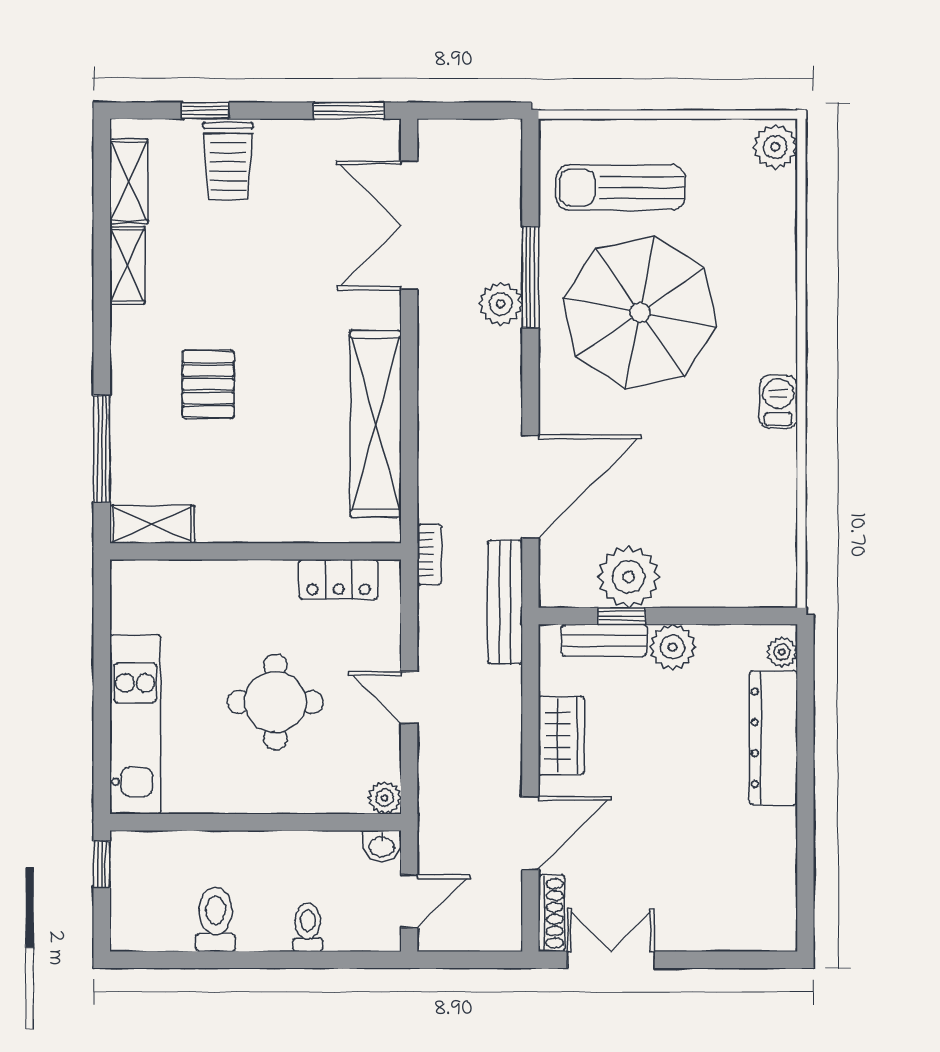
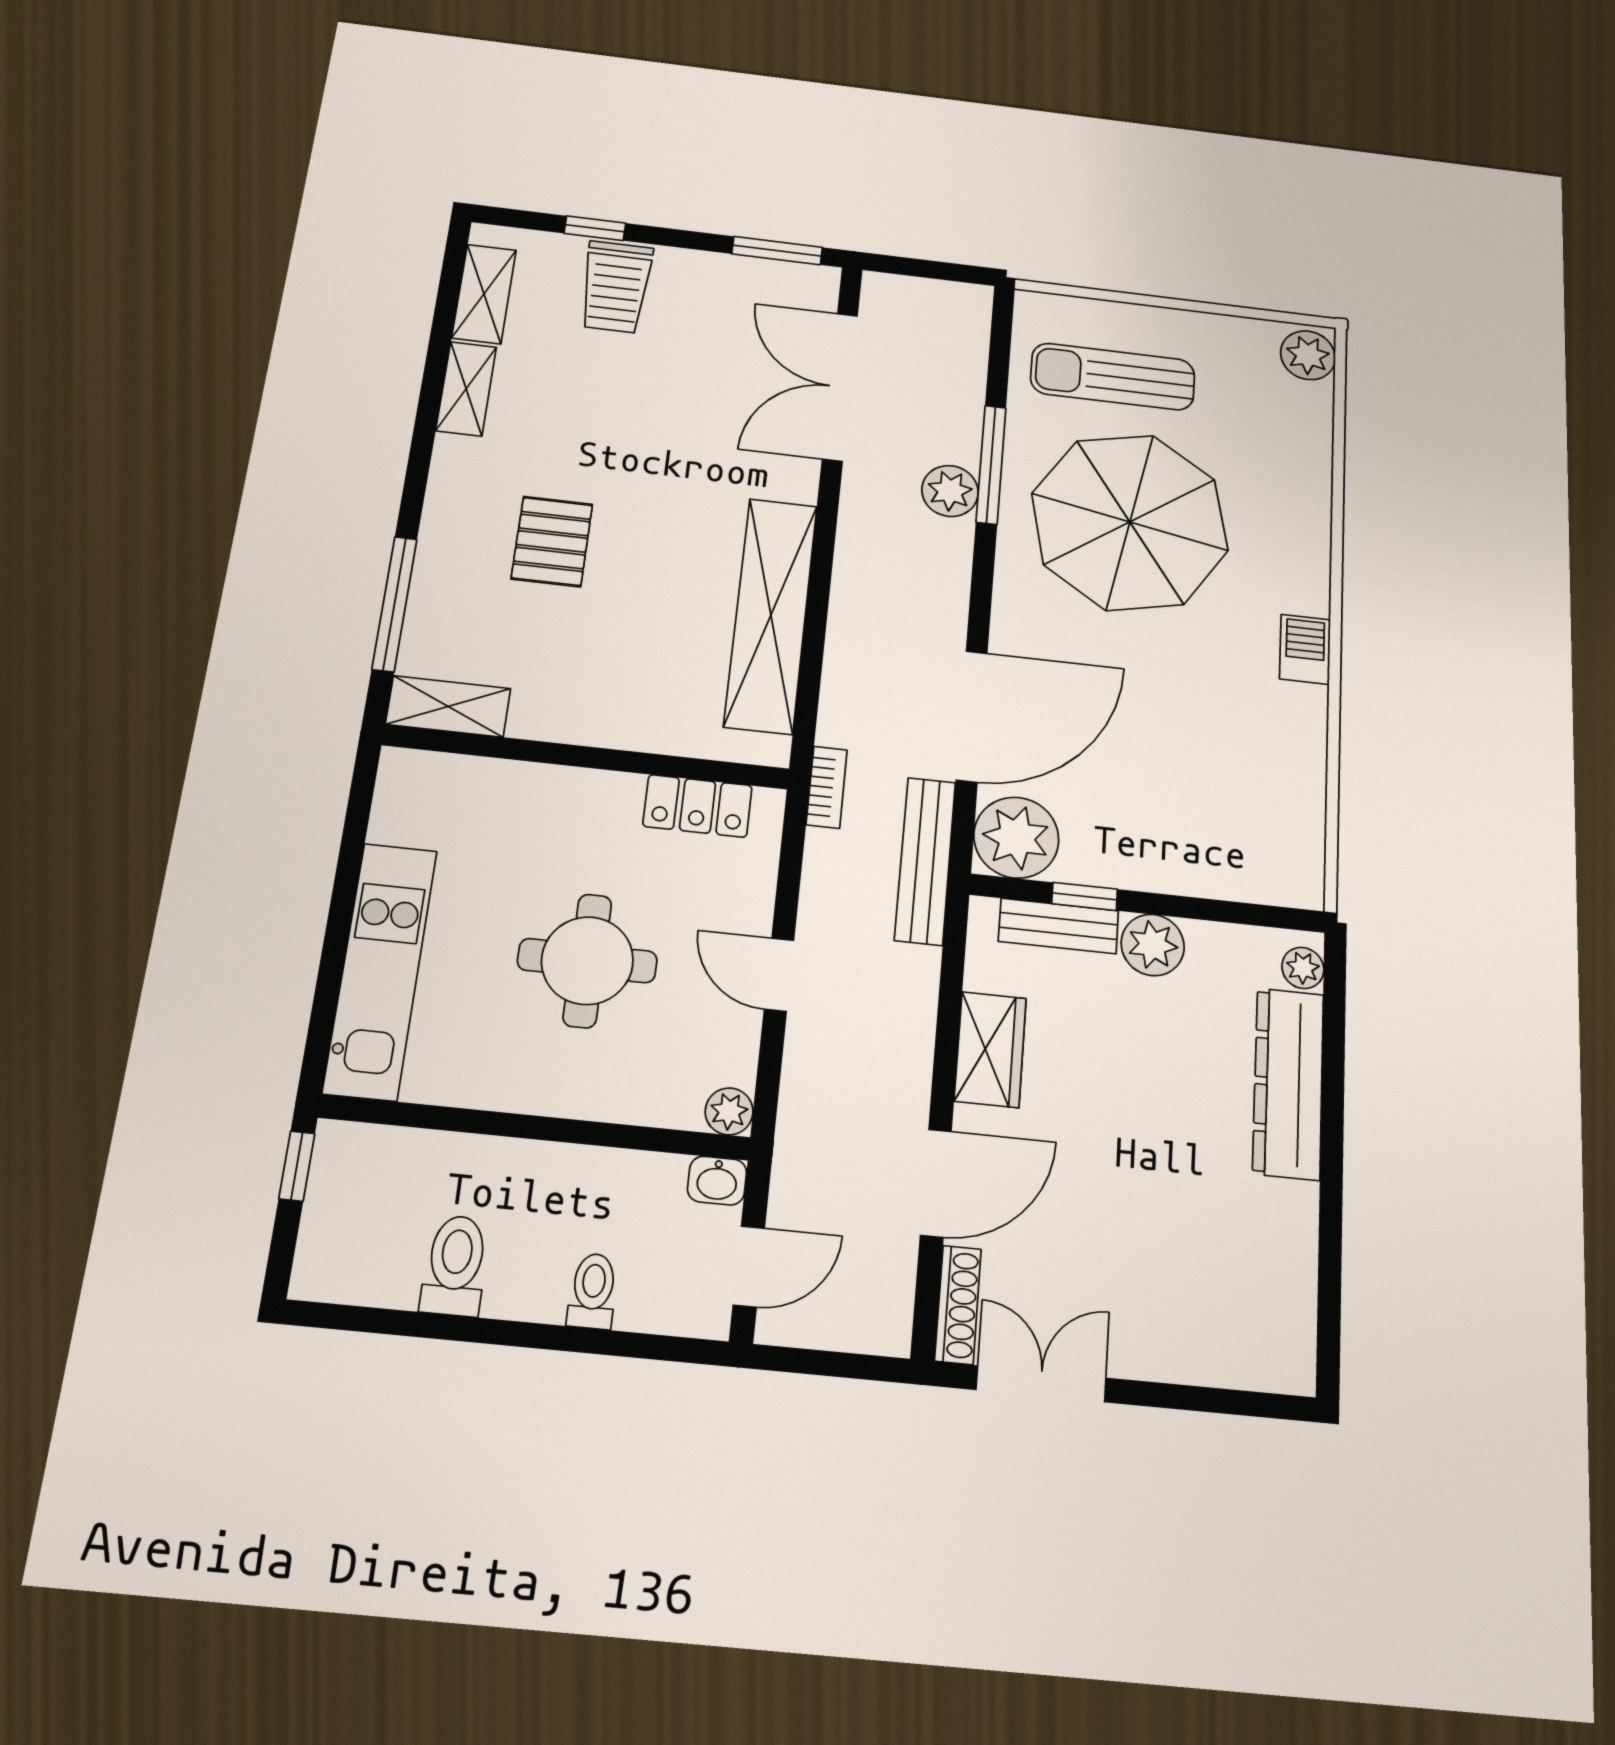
plant: (629, 577) -> (1016, 838), moved

